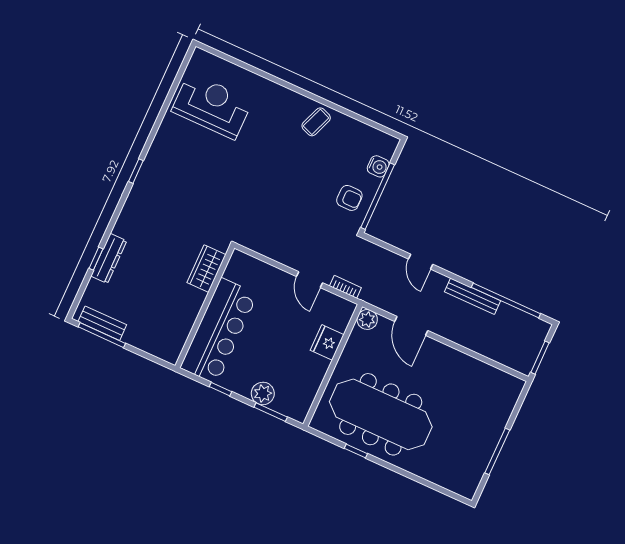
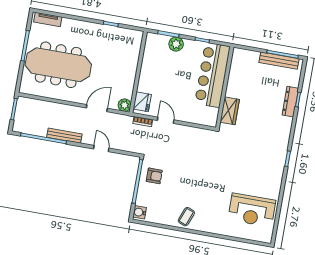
water cooler: (378, 166) -> (140, 212), moved
armchair: (349, 198) -> (154, 176), turned 180
bench: (102, 323) -> (279, 61), width x1.36
door: (411, 326) -> (97, 108), hinge flipped
fridge: (327, 342) -> (142, 102), moved
meeting table: (381, 414) -> (58, 65), moved
tv unit: (452, 483) -> (48, 19), added

